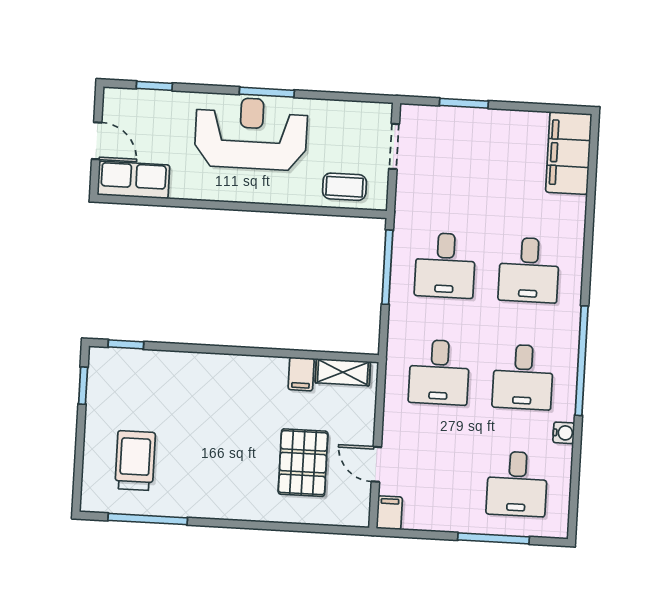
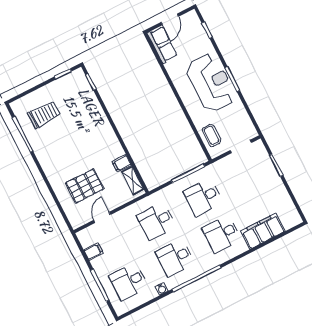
filing cabinet: (569, 153) -> (263, 231), moved
filing cabinet: (389, 513) -> (93, 252), moved

